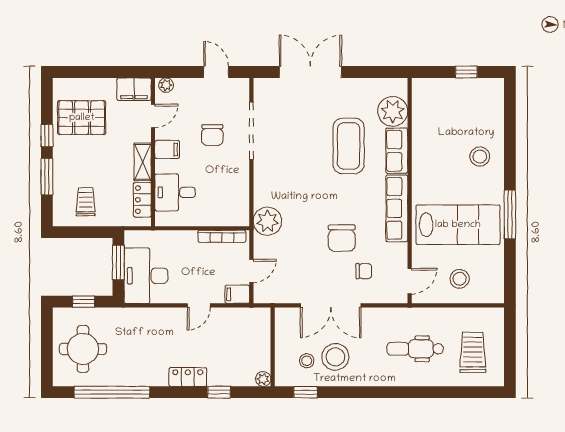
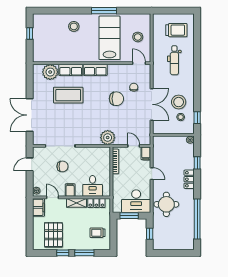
row of seats: (397, 208) -> (95, 70), width x0.68
round table: (83, 349) -> (166, 204), moved
trolley: (473, 352) -> (176, 30), turned 180

